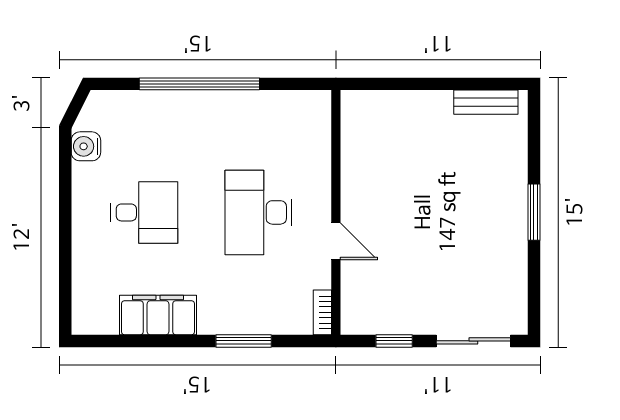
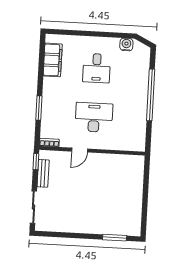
bench: (486, 102) -> (43, 173), moved
window: (534, 212) -> (115, 238), moved
filing cabinet: (158, 315) -> (53, 60), moved
window: (394, 341) -> (36, 162), moved

